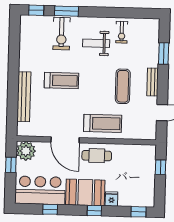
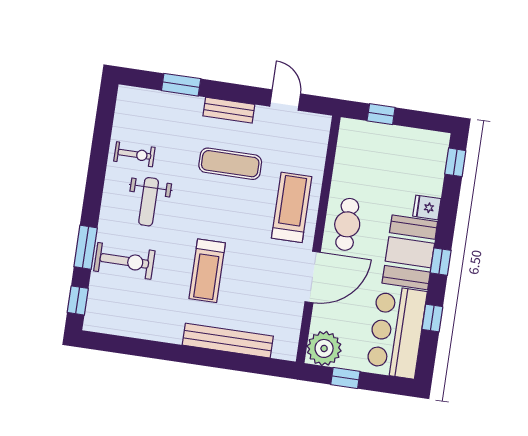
treadmill: (61, 80) -> (207, 271), turned 180
window: (94, 211) -> (441, 262), moved

